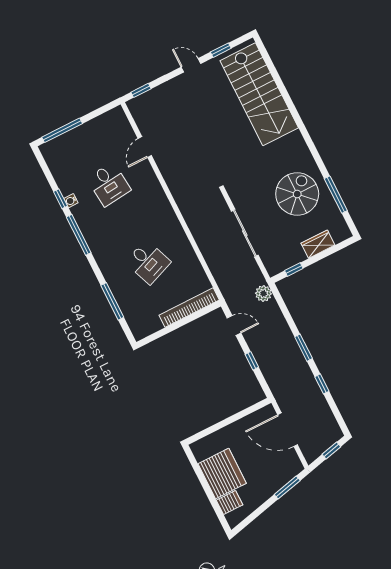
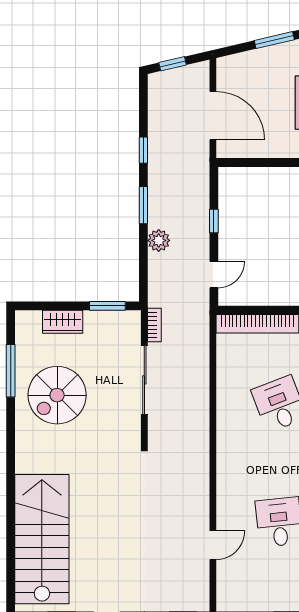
window: (294, 270) -> (107, 306), width x1.50
bookcase: (256, 272) -> (154, 325), added
plant: (263, 293) -> (159, 240), moved
door: (234, 326) -> (214, 275), swing flipped
window: (287, 487) -> (274, 40), moved

